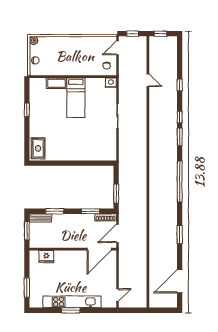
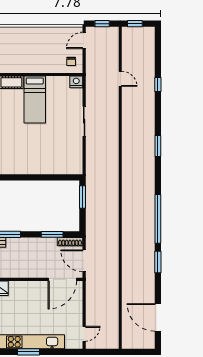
window: (180, 117) -> (158, 123), removed
window: (180, 182) -> (158, 219), moved
window: (116, 194) -> (83, 197), moved
door: (117, 233) -> (84, 261), hinge flipped
door: (180, 281) -> (158, 317), hinge flipped

